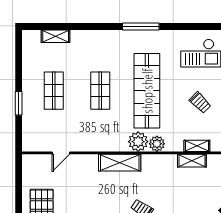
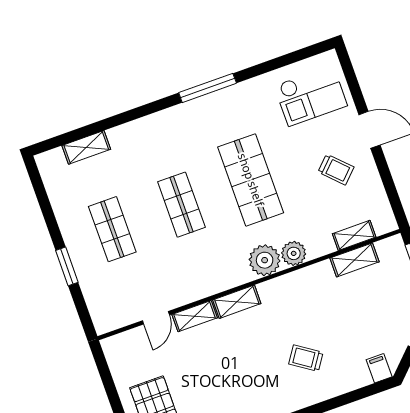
shop shelf: (147, 91) -> (251, 180), width x0.71
shelving: (84, 160) -> (195, 316), added
shelving: (120, 163) -> (237, 302), width x0.67, depth x0.75

